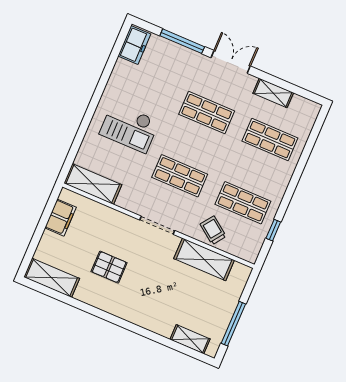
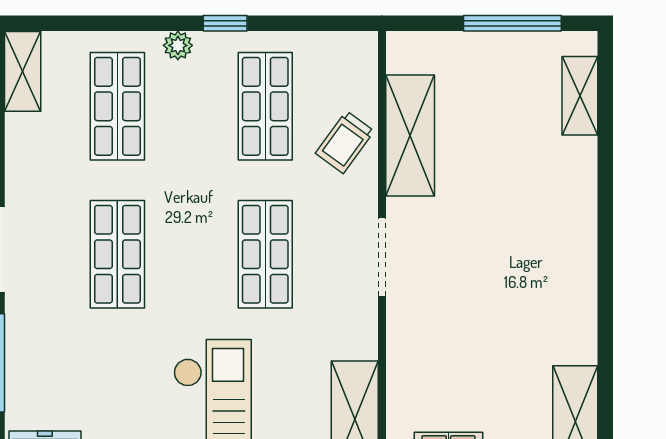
shelving: (273, 93) -> (23, 71), moved
plant: (285, 177) -> (178, 45), added
window: (273, 230) -> (225, 23), moved
pallet: (109, 267) -> (506, 317), removed

